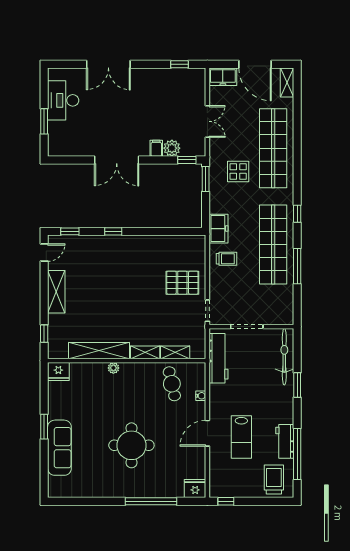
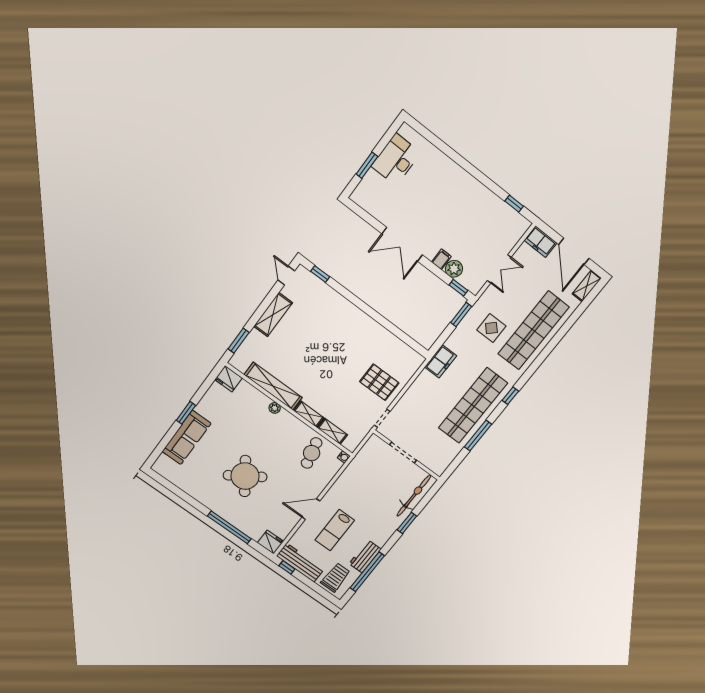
double door: (108, 64) -> (457, 158), removed
window: (113, 231) -> (355, 301), removed
door: (44, 253) -> (286, 276), swing flipped
trolley: (226, 259) -> (428, 389), removed
window: (44, 334) -> (239, 341), width x1.50
workbench: (218, 358) -> (300, 563), moved, turned -90
water cooler: (201, 396) -> (344, 457), moved
round table: (131, 445) -> (245, 476), turned -34

